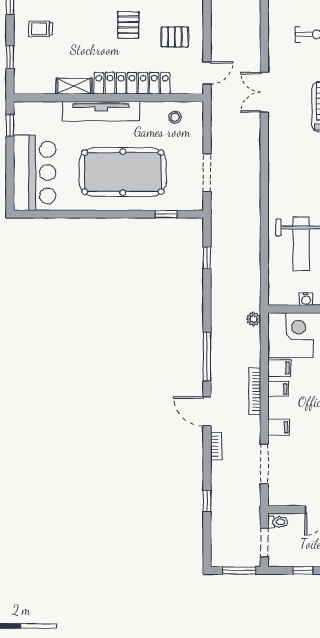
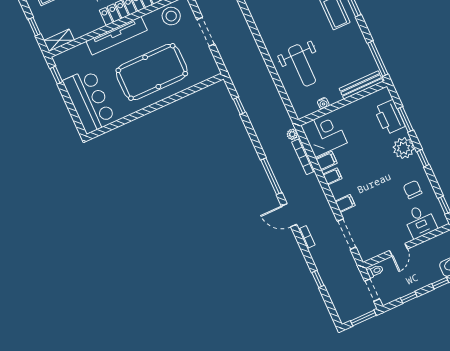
shelving: (74, 86) -> (59, 40), moved
stool: (175, 117) -> (171, 16), width x1.89, depth x1.89
doorway: (207, 173) -> (206, 32), moved
window: (166, 214) -> (196, 88), removed
bookcase: (255, 392) -> (303, 157), moved

